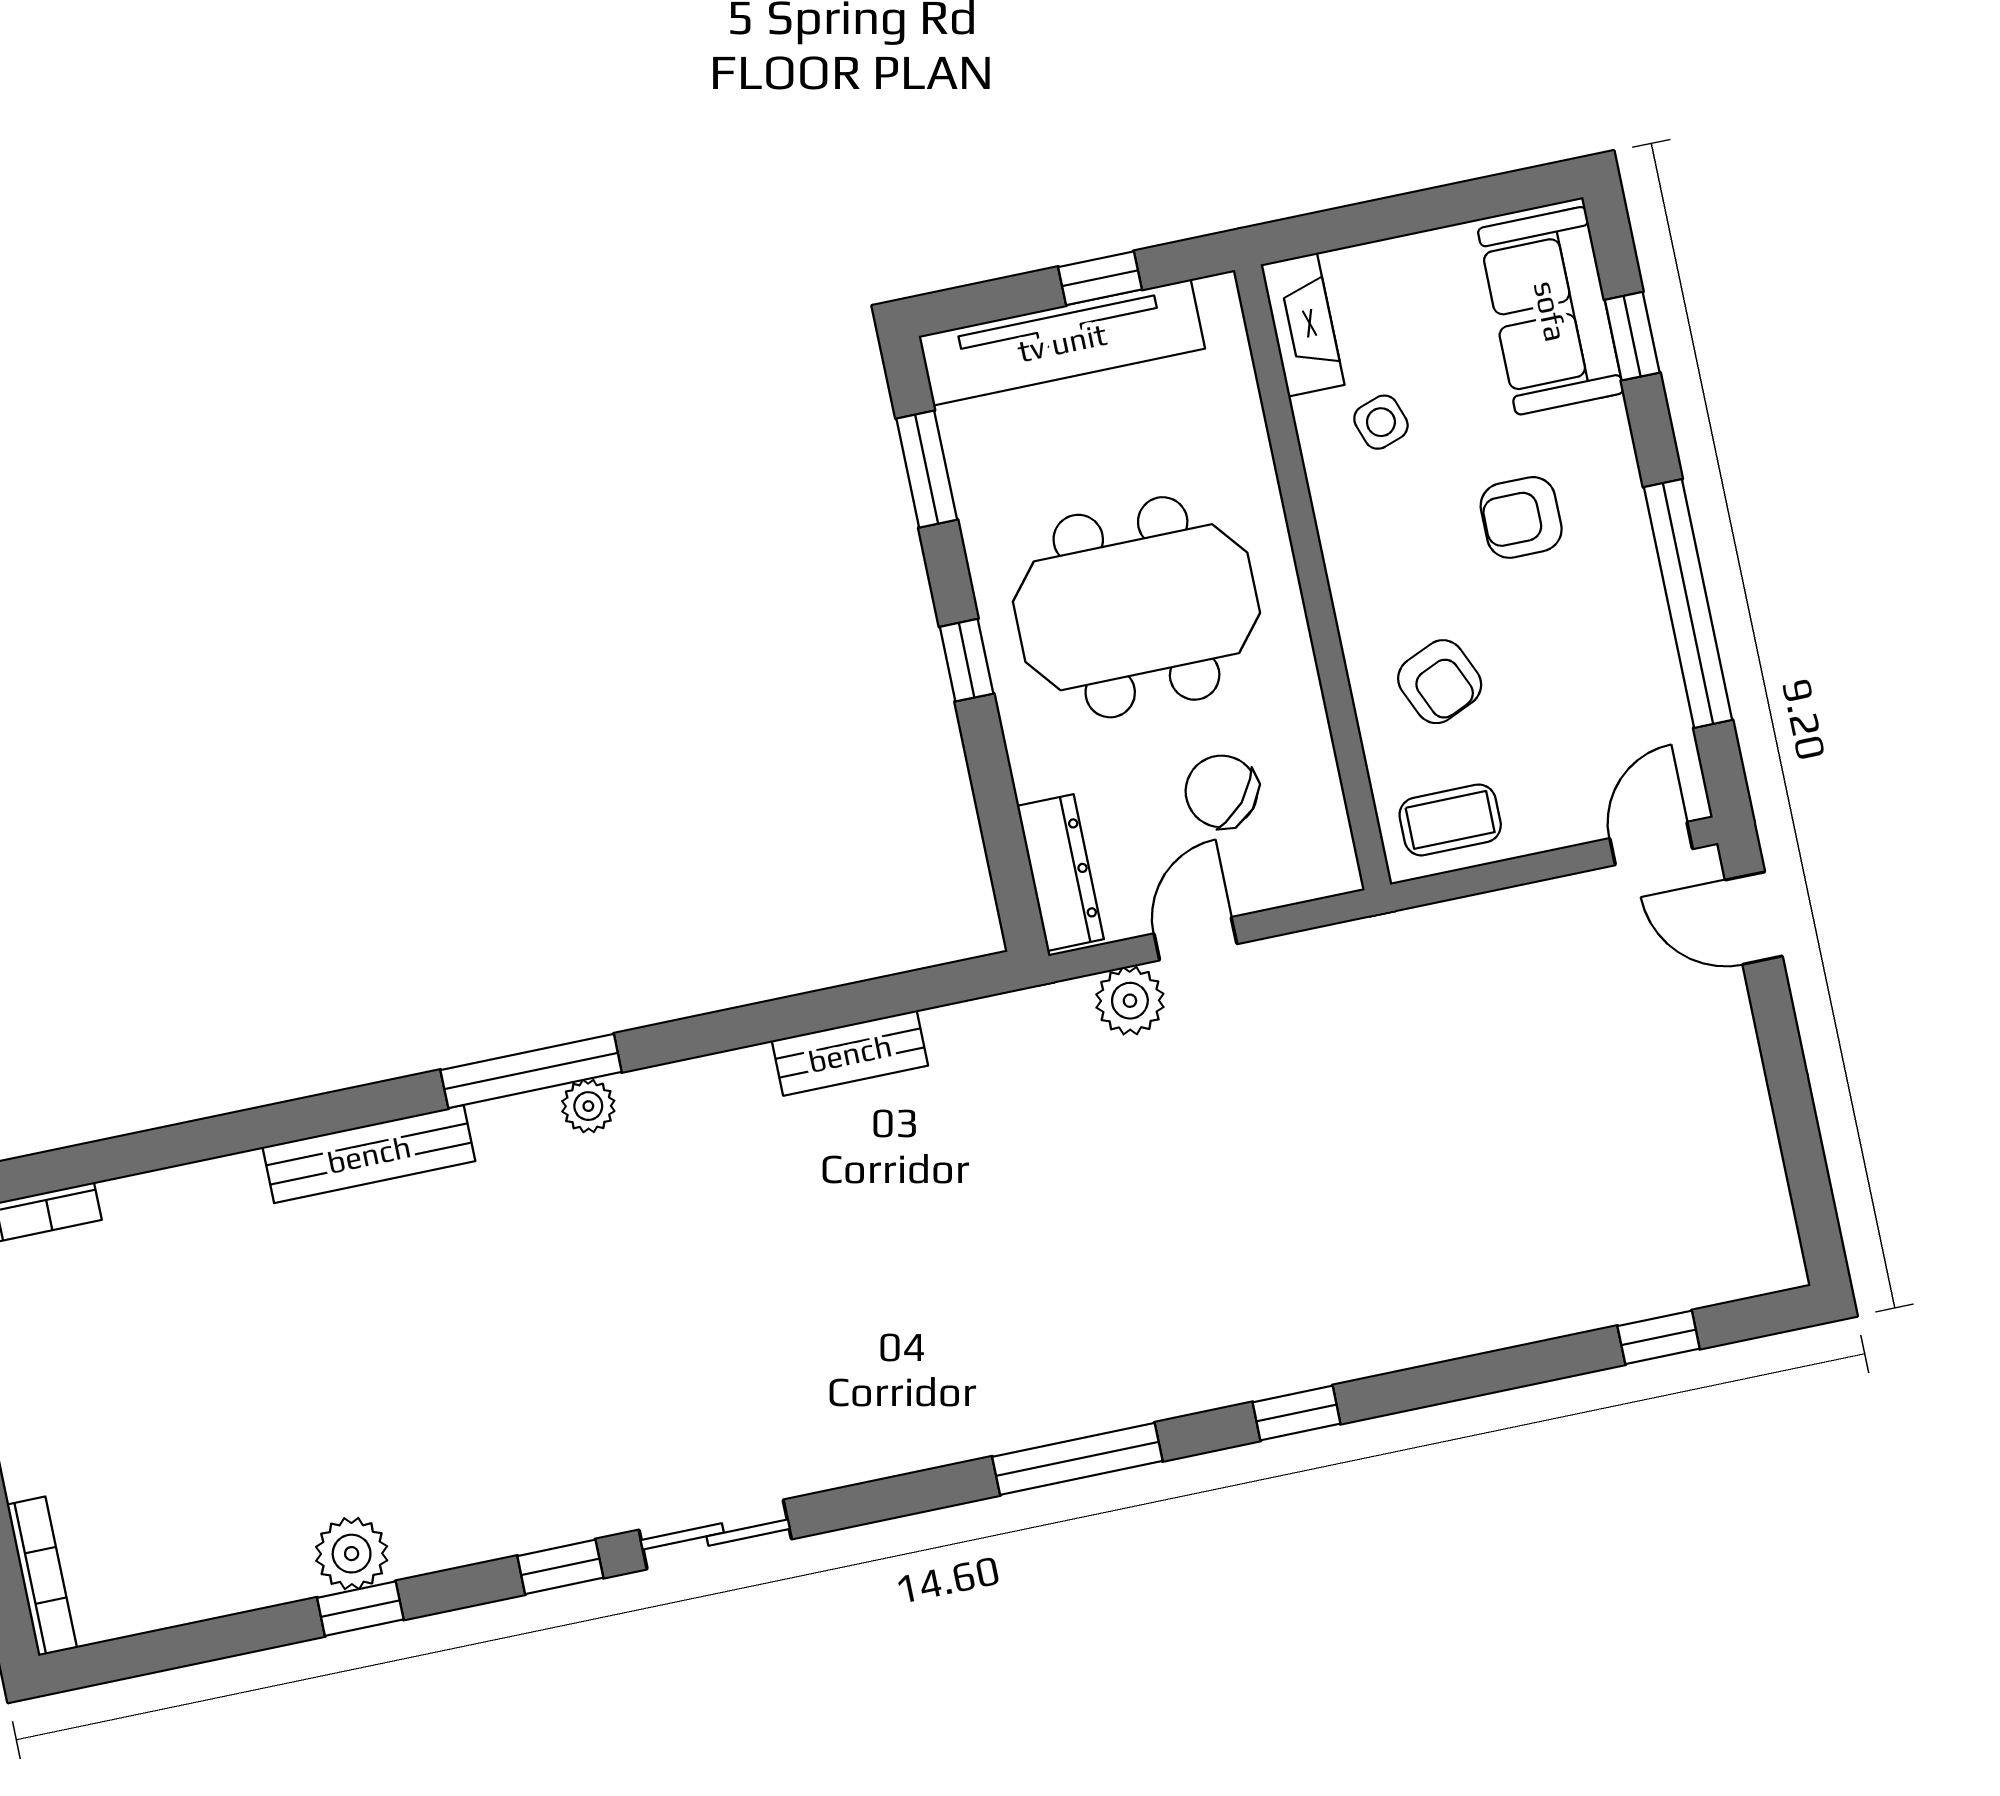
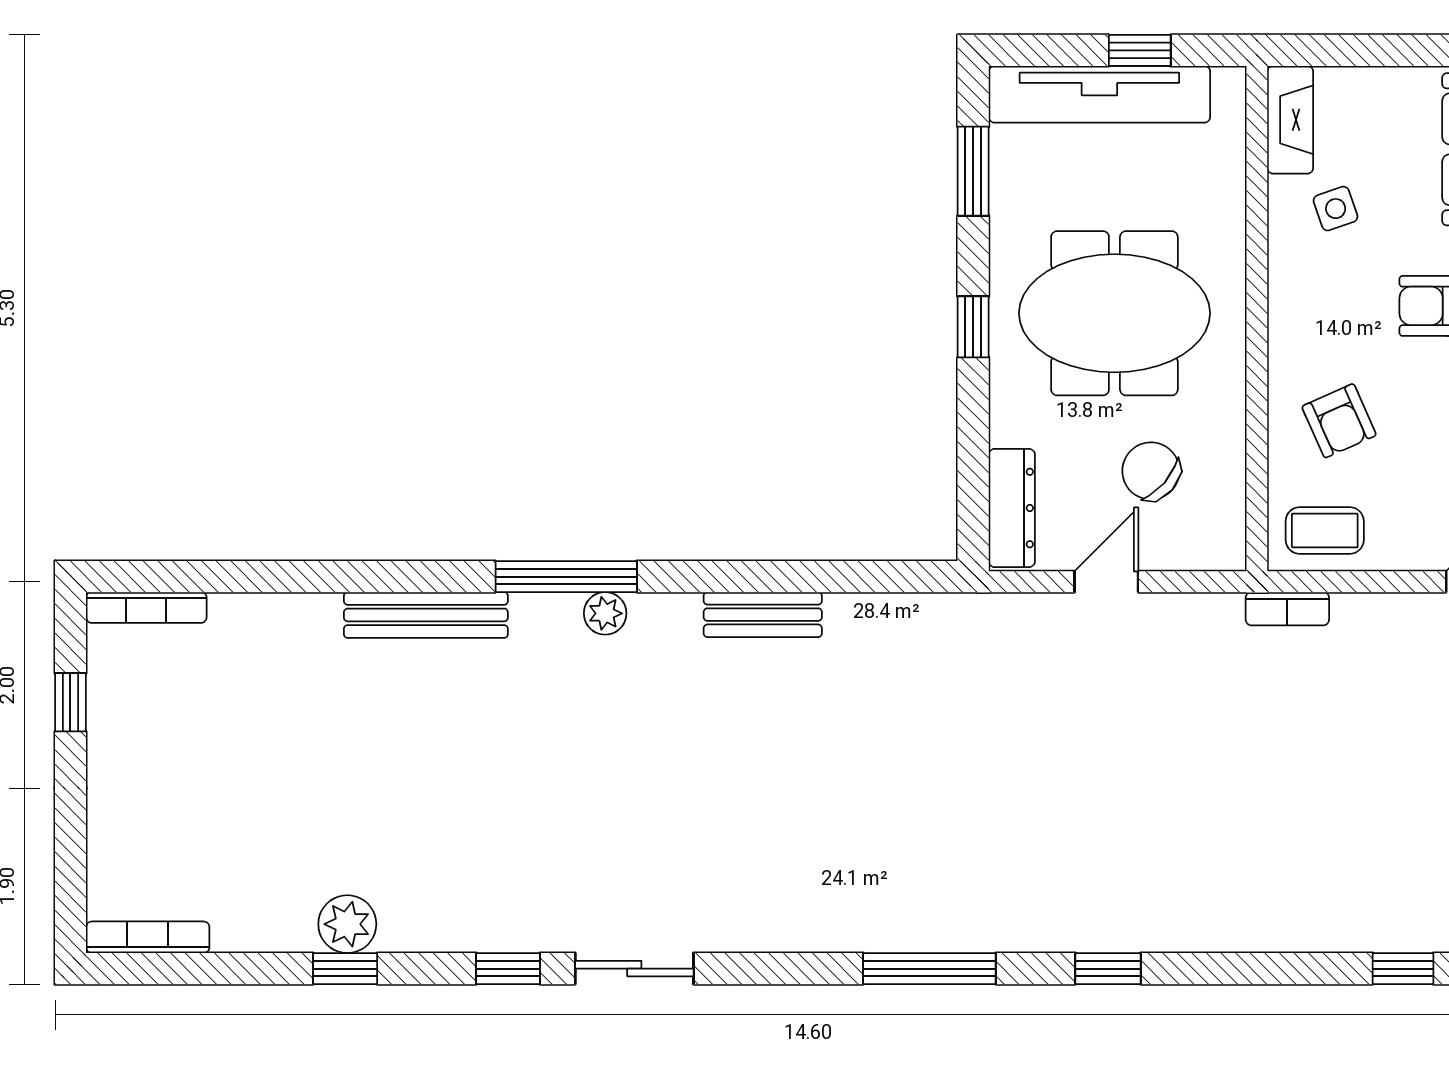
bookcase: (1424, 925) -> (1287, 609), added
plant: (1130, 1001) -> (1045, 619), removed
bench: (850, 1053) -> (763, 615), moved
bookcase: (42, 1576) -> (148, 937), moved, turned -90

